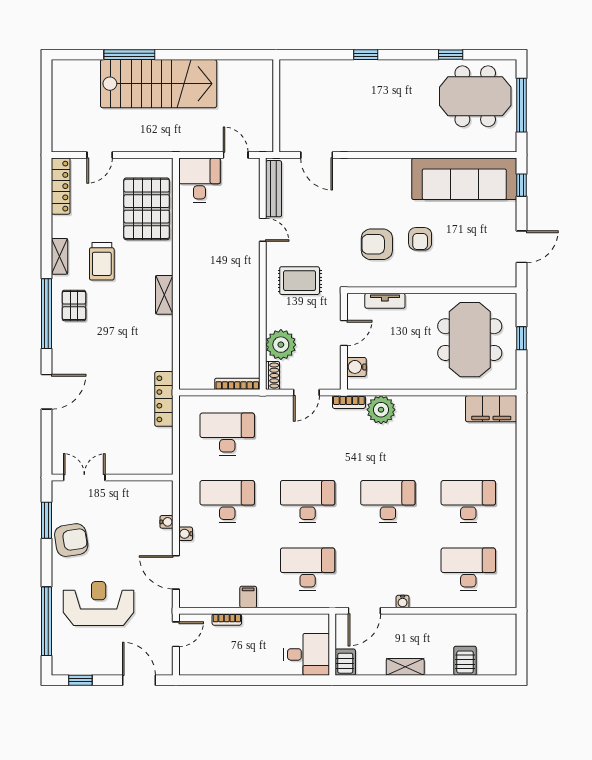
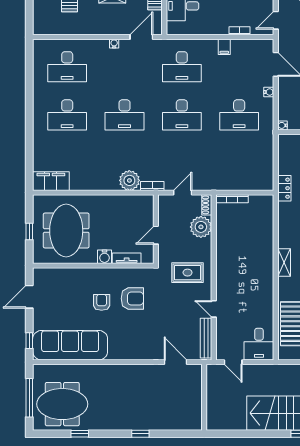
water cooler: (356, 367) -> (104, 257), moved, turned 90
locker: (164, 399) -> (284, 188), width x0.66
desk: (227, 434) -> (239, 163), removed
water cooler: (167, 522) -> (282, 125), moved

